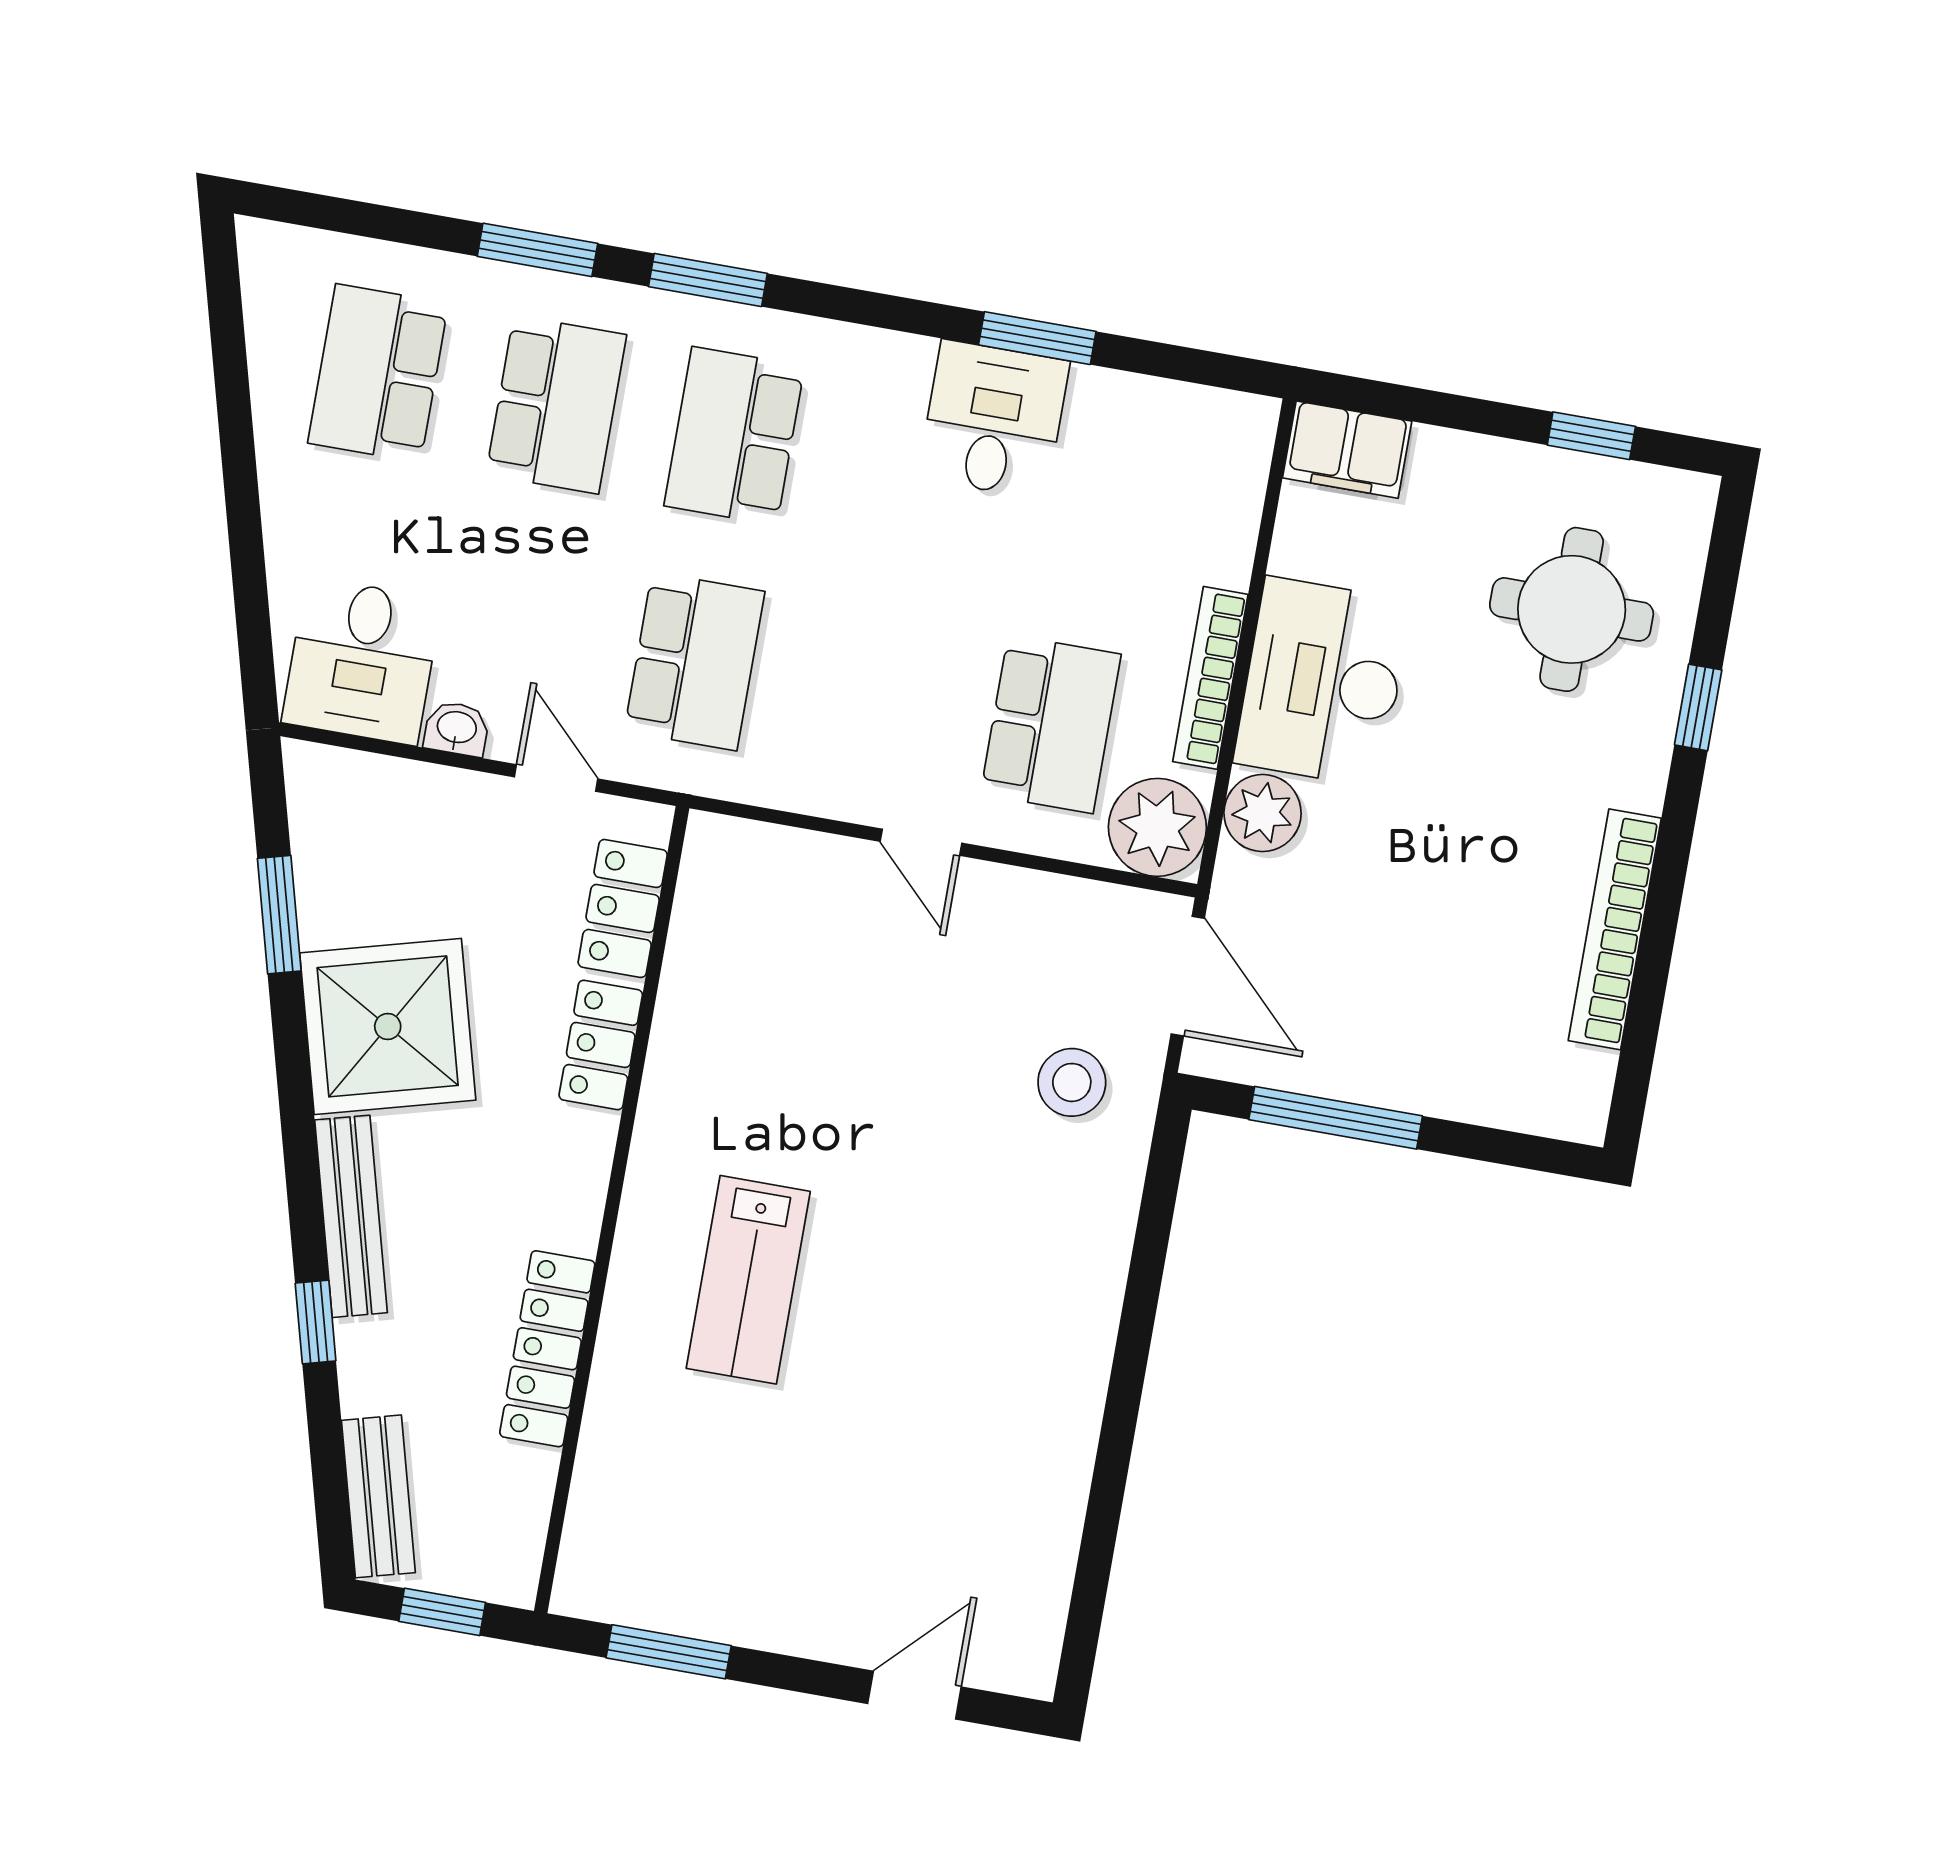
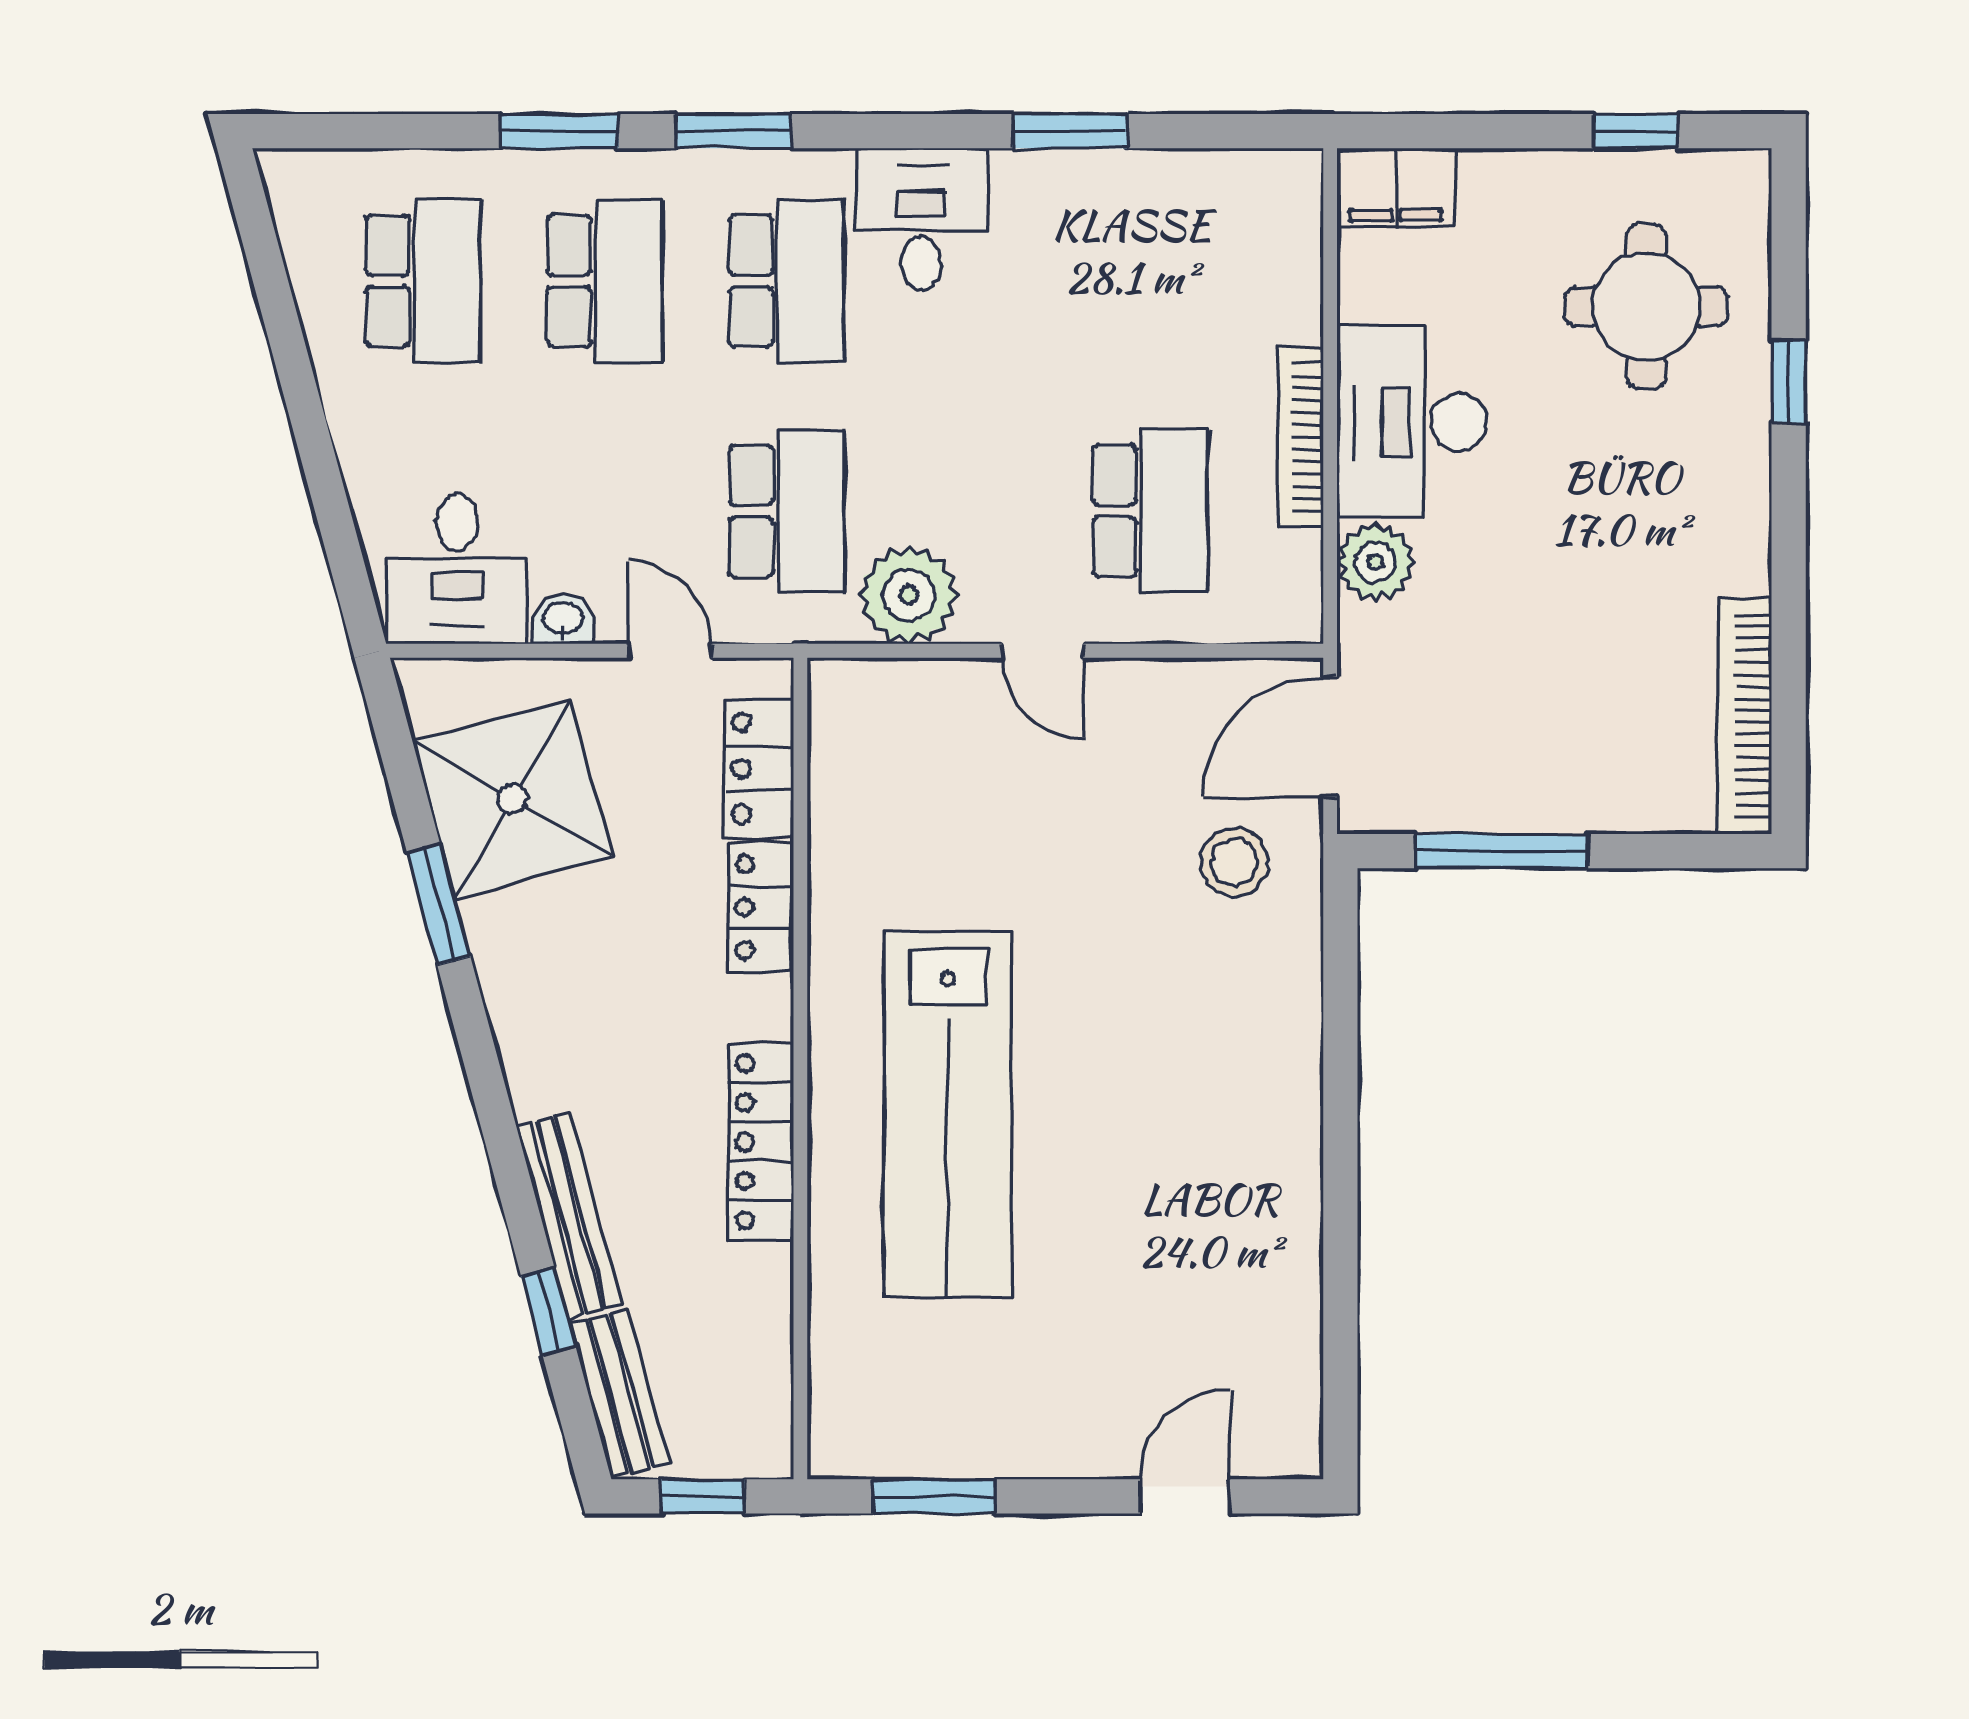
school desk: (378, 373) -> (423, 281), turned 180
desk: (994, 419) -> (922, 219), moved
school desk: (734, 436) -> (787, 281), turned 180
plant: (1157, 827) -> (909, 595), moved
window: (279, 915) -> (439, 904), moved
bookcase: (1615, 929) -> (1745, 716), moved
door: (1188, 976) -> (1330, 737), swing flipped
shower: (388, 1026) -> (512, 799), moved
bench: (351, 1216) -> (569, 1215), moved
lab bench: (748, 1280) -> (948, 1114), width x1.86, depth x1.39
window: (316, 1322) -> (548, 1311), moved
locker: (547, 1349) -> (761, 1142), moved

